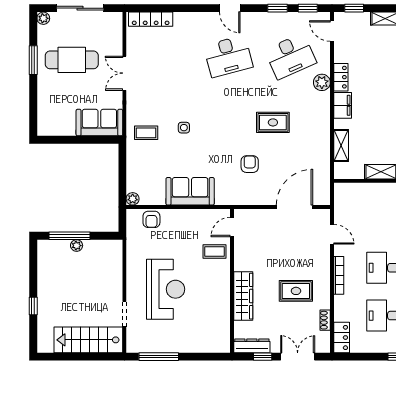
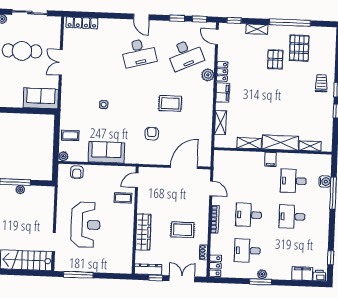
coffee table: (146, 133) -> (70, 135), moved

